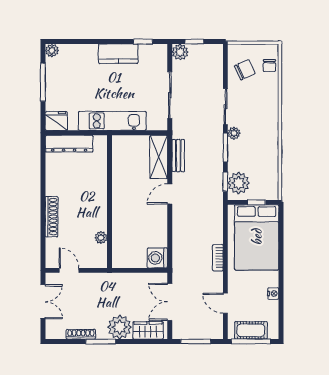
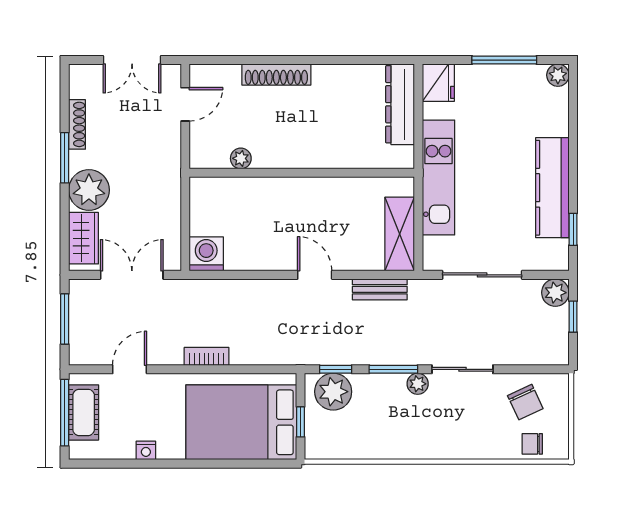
kitchen counter: (118, 54) -> (552, 188), width x1.50
shelving: (159, 157) -> (400, 234), moved, turned 90

